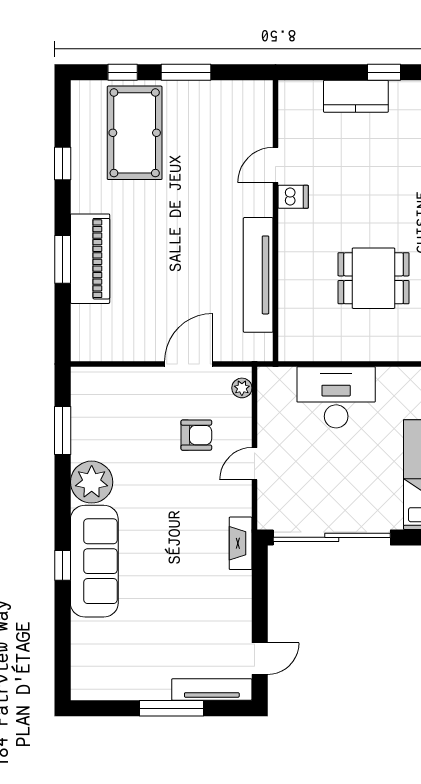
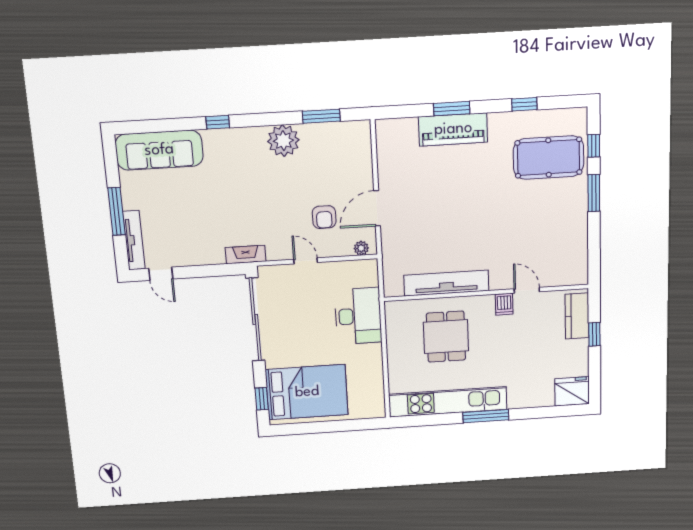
door: (275, 165) -> (527, 290), moved
dishwasher: (293, 197) -> (504, 304), moved
wall: (275, 221) -> (486, 293), moved
tv unit: (258, 275) -> (446, 283), moved
door: (189, 364) -> (377, 208), swing flipped
sofa: (94, 561) -> (159, 150), moved

